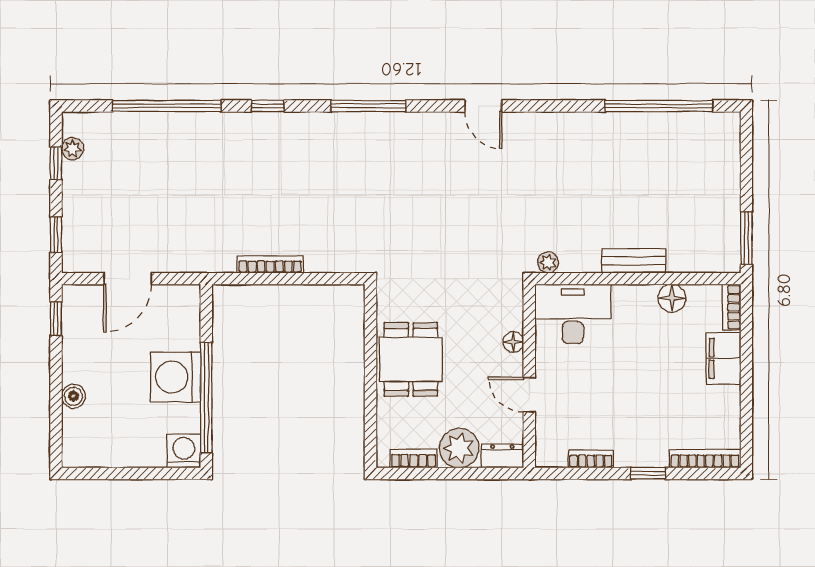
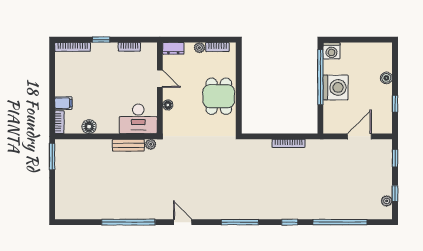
window: (659, 106) -> (128, 222), moved
bench: (634, 261) -> (128, 145), moved
window: (56, 319) -> (395, 104), moved
filing cabinet: (724, 358) -> (63, 103), width x0.50
plant: (459, 448) -> (199, 48), width x0.53, depth x0.53

